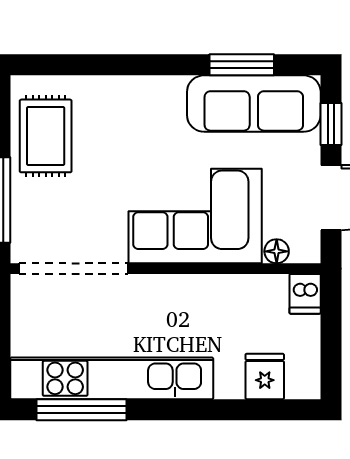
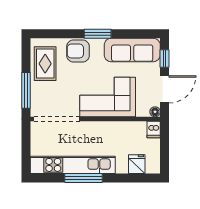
window: (242, 65) -> (98, 34), moved
armchair: (124, 106) -> (78, 51), added
floor lamp: (277, 251) -> (155, 112), moved
window: (82, 410) -> (83, 178), moved

